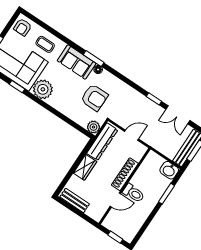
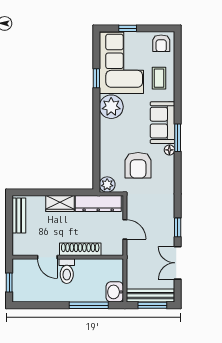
armchair: (23, 27) -> (161, 43), turned -90
window: (166, 194) -> (89, 305), width x1.44

